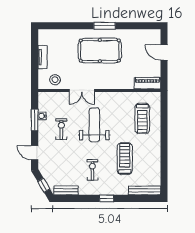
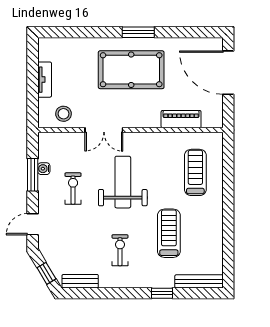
door: (164, 52) -> (228, 73), width x1.87
piano: (147, 83) -> (181, 119), moved
treadmill: (142, 118) -> (195, 172), turned 180
door: (35, 153) -> (33, 224), hinge flipped
window: (107, 198) -> (162, 293), moved

